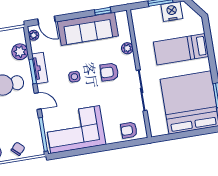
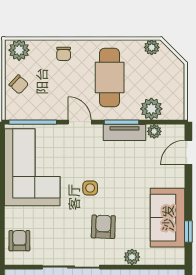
sofa: (88, 29) -> (168, 218), width x0.73
plant: (34, 35) -> (154, 131), moved
side table: (74, 77) -> (90, 188), moved
door: (38, 101) -> (80, 122), swing flipped

